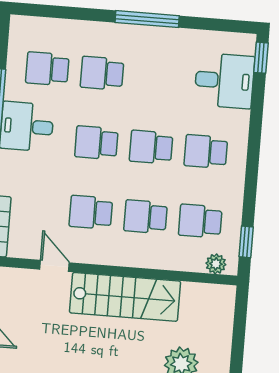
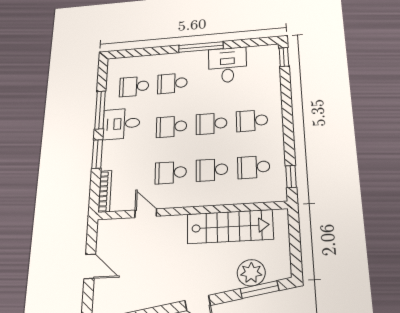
desk: (224, 81) -> (227, 65), moved, turned -90
plant: (216, 264) -> (270, 195), removed
stairs: (125, 297) -> (230, 227), moved

